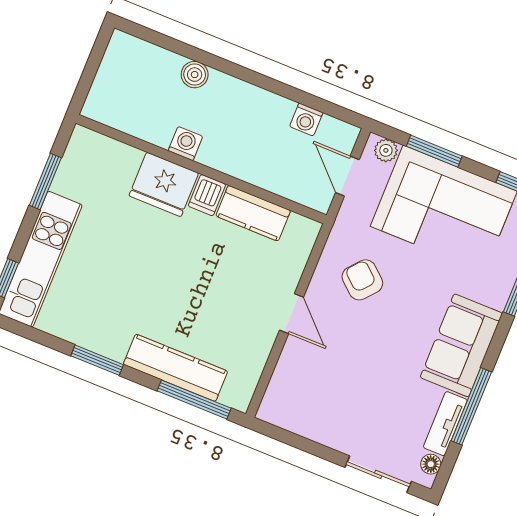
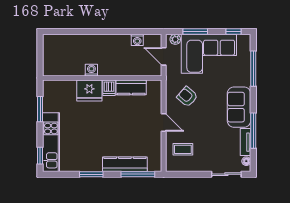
boiler: (195, 75) -> (84, 40), removed
coffee table: (309, 386) -> (183, 149), added

